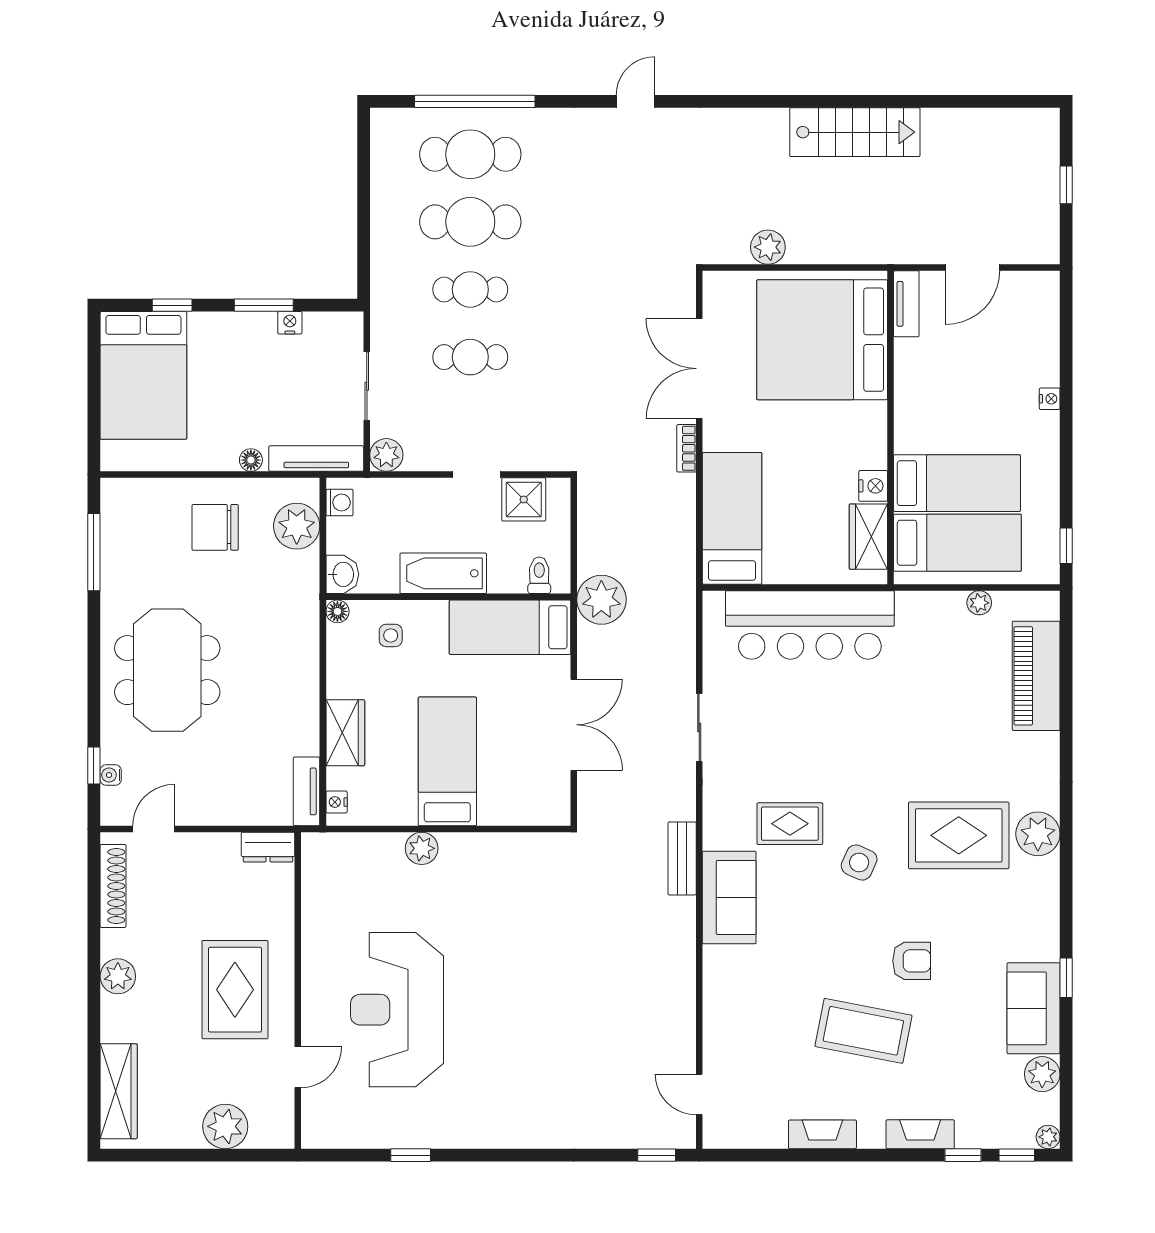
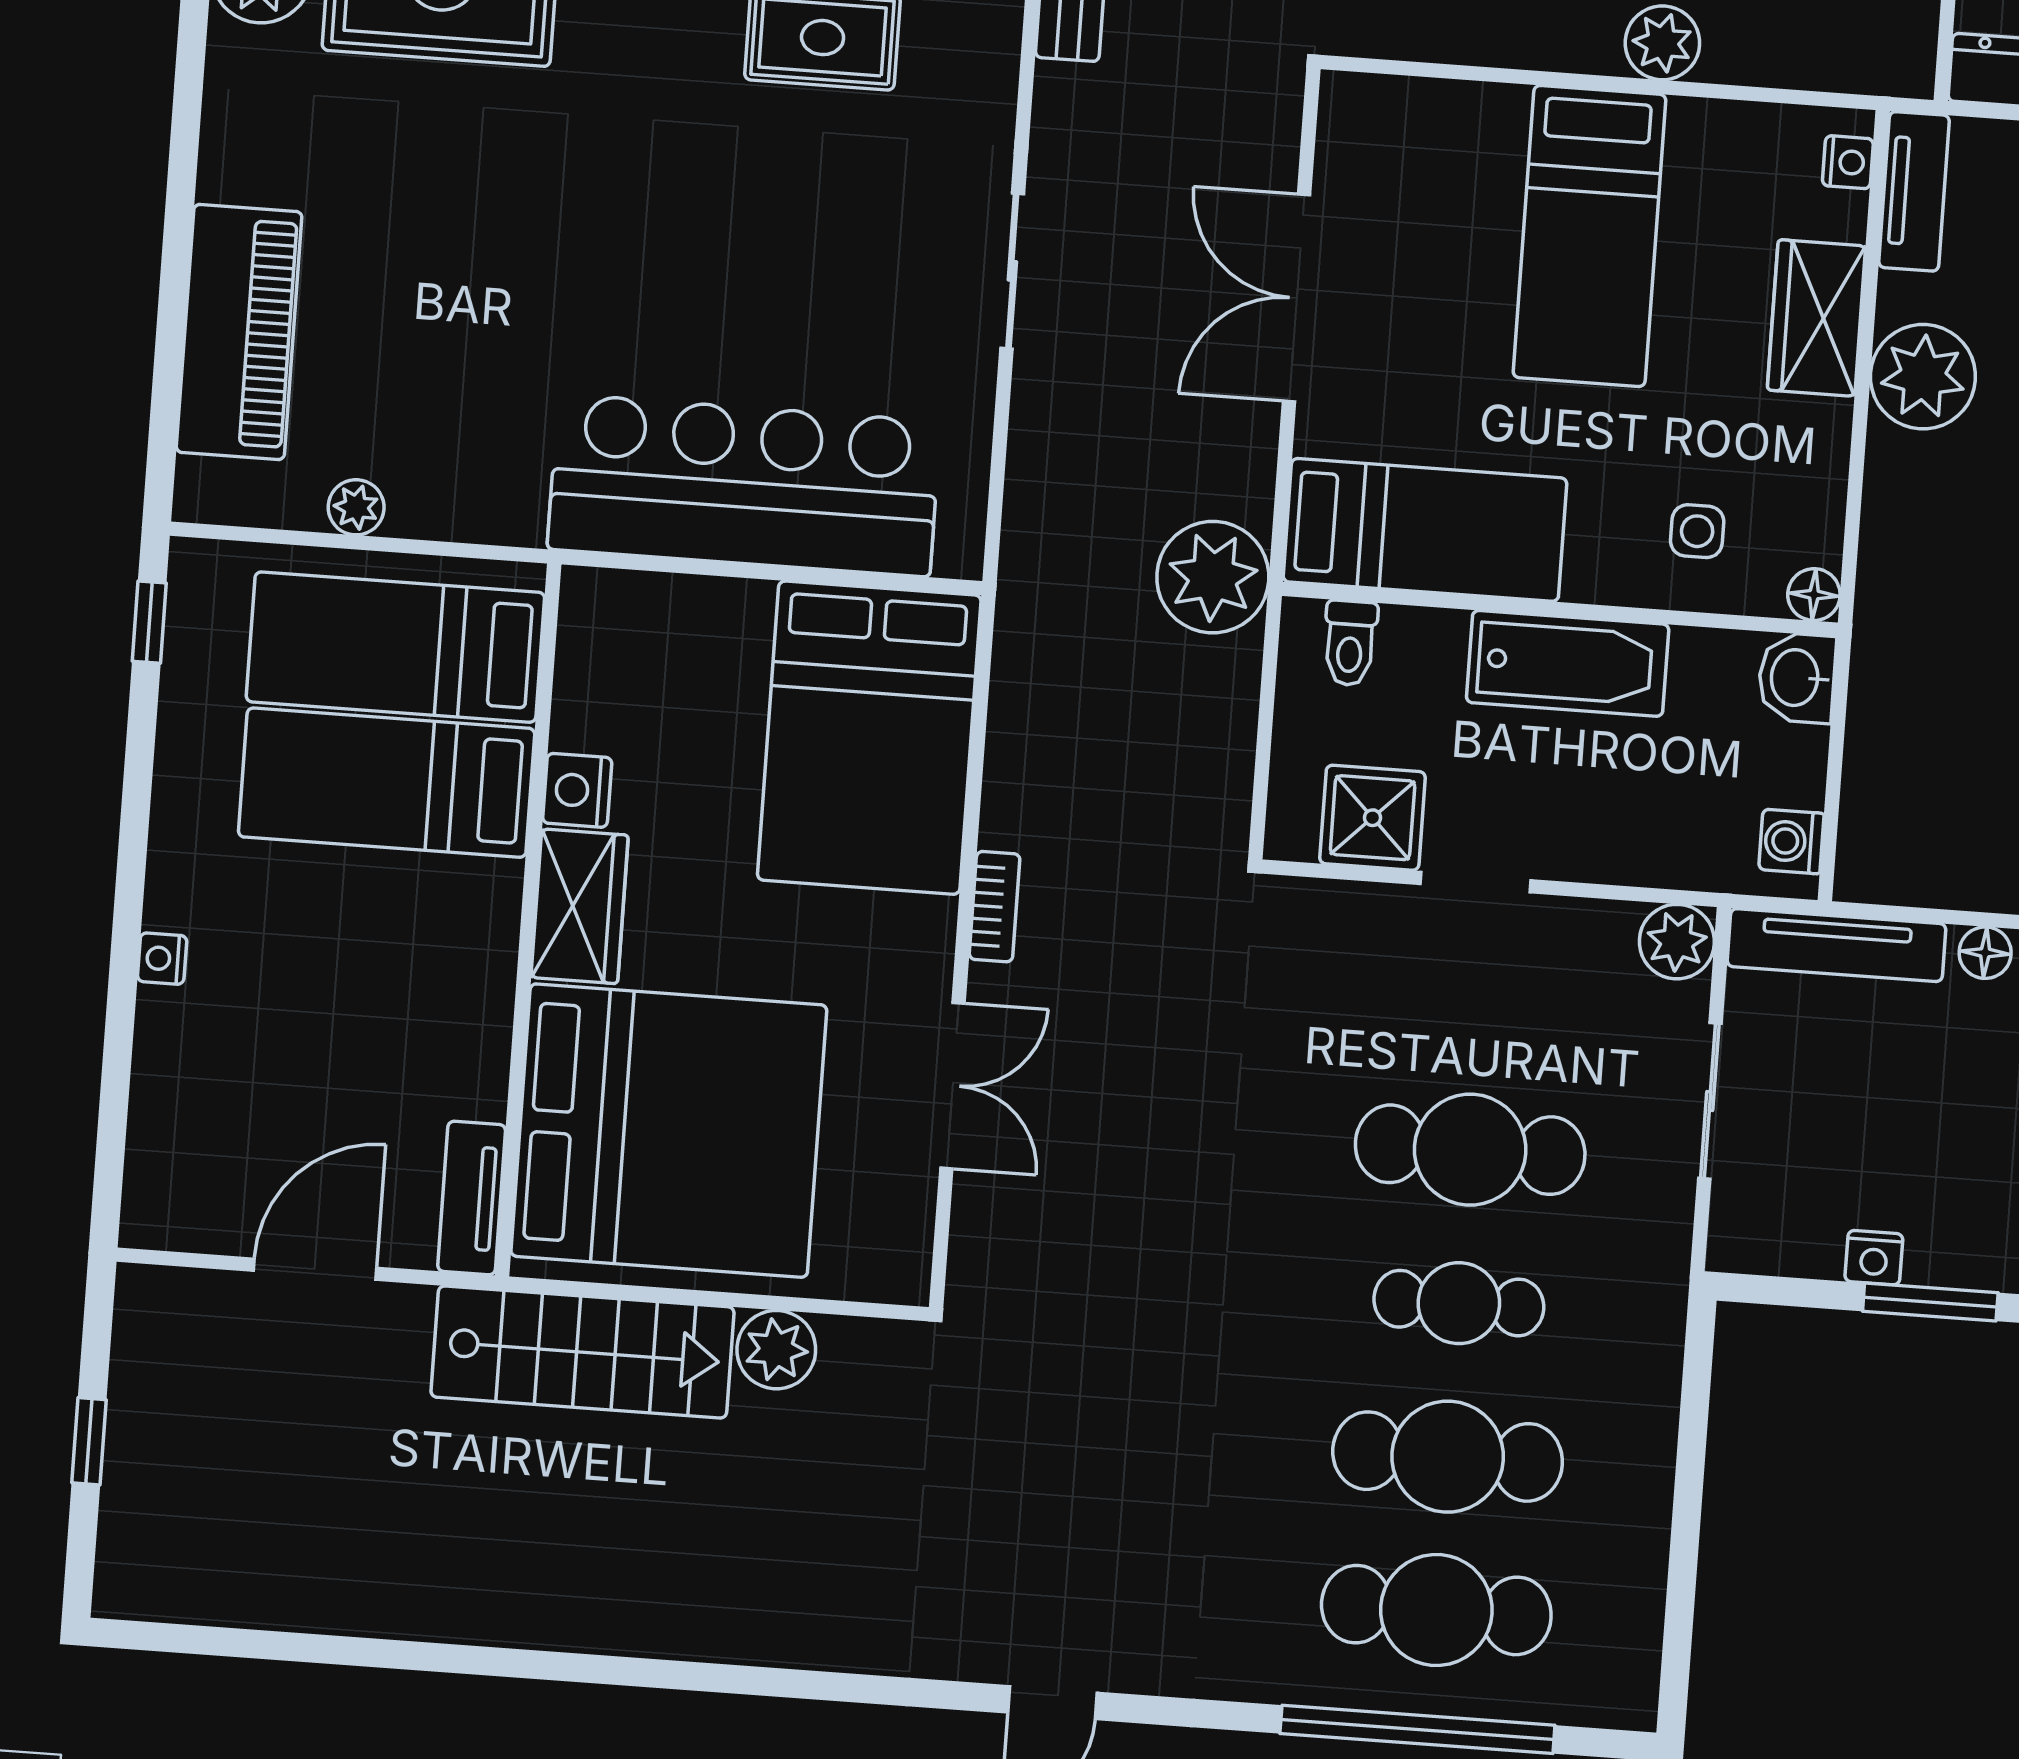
stairs: (855, 132) -> (582, 1352), moved, turned 180
cafe table: (470, 357) -> (1470, 1150), width x1.37, depth x1.35
double door: (699, 369) -> (952, 1086), width x0.73
bed: (732, 518) -> (869, 738), width x1.50
plant: (297, 526) -> (1923, 377), moved
wardrobe: (868, 537) -> (580, 906), moved

